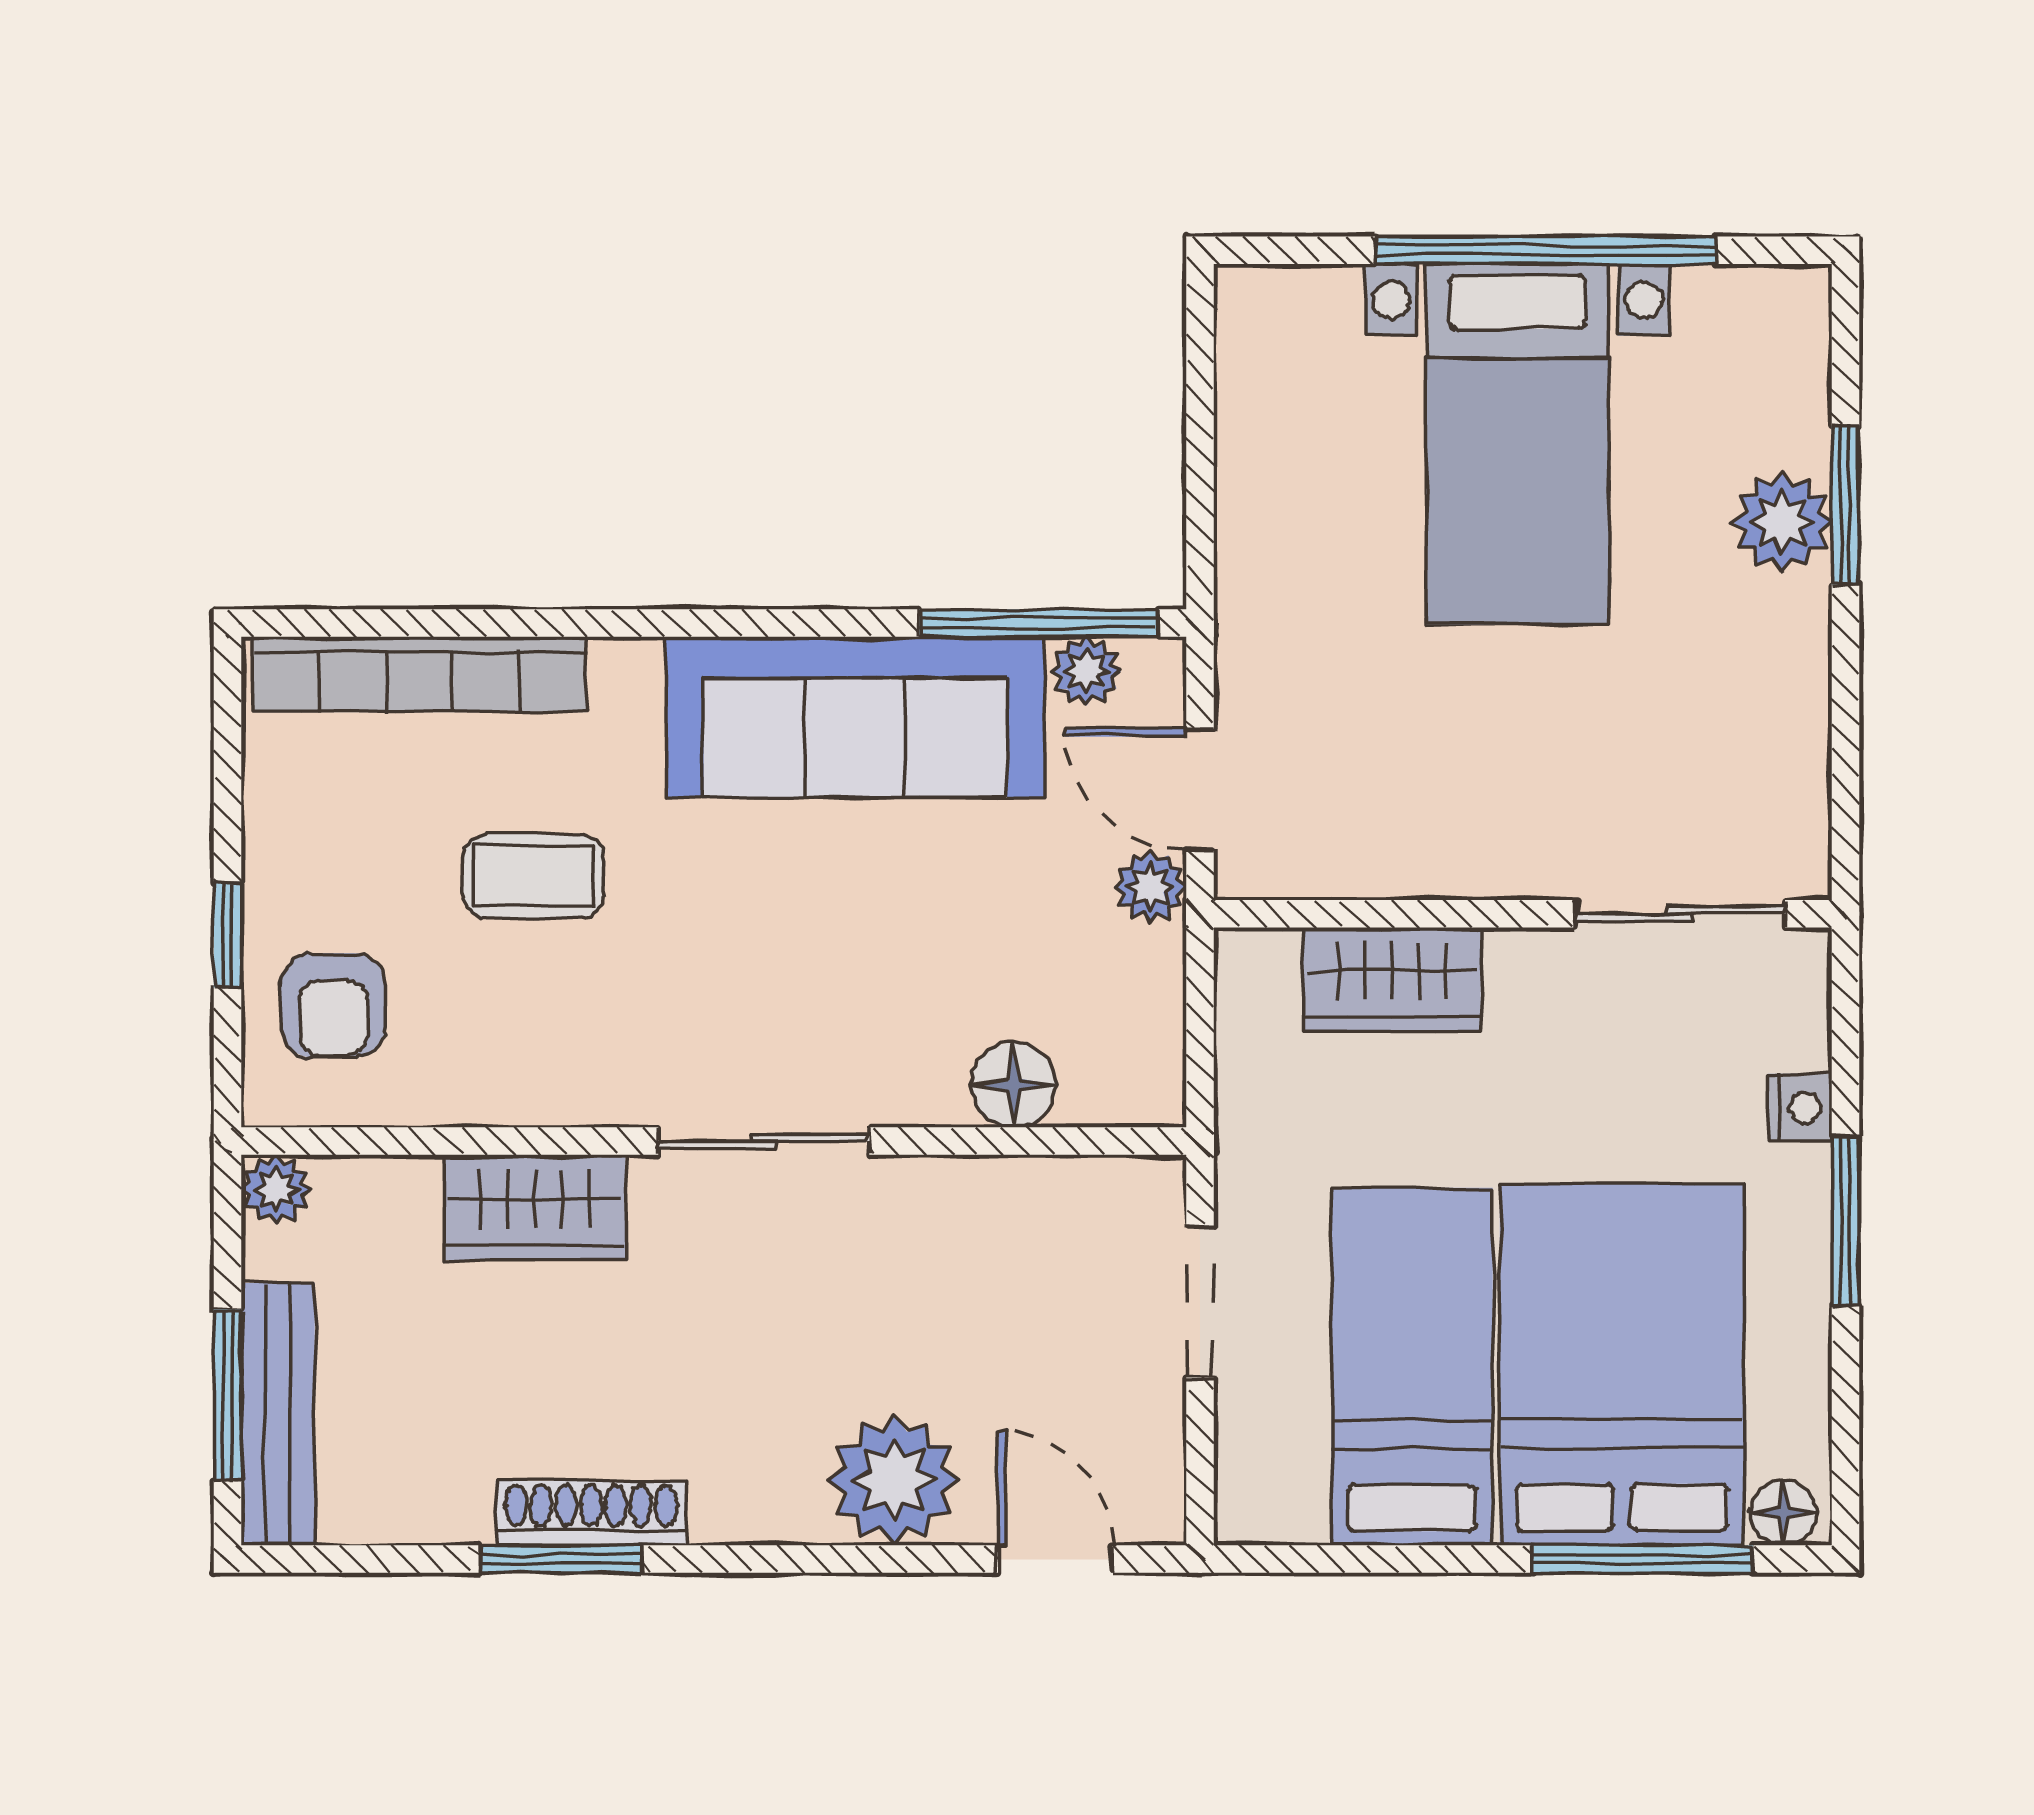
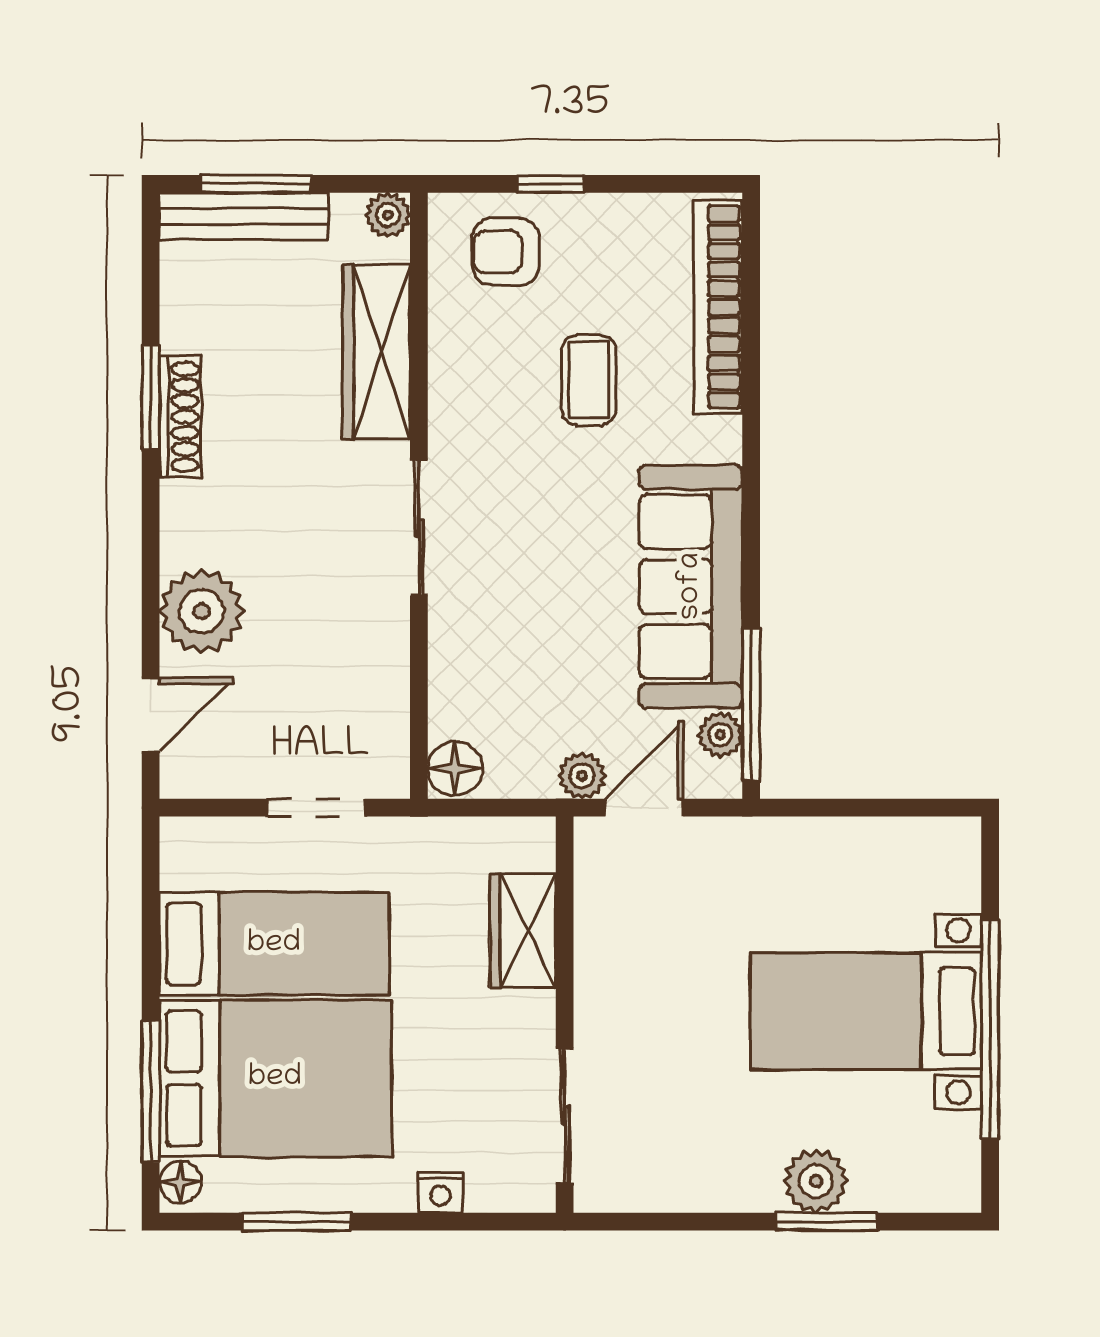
floor lamp: (1014, 1085) -> (455, 769), moved
wardrobe: (535, 1207) -> (376, 352), width x1.50
window: (1845, 1221) -> (296, 1222), moved

